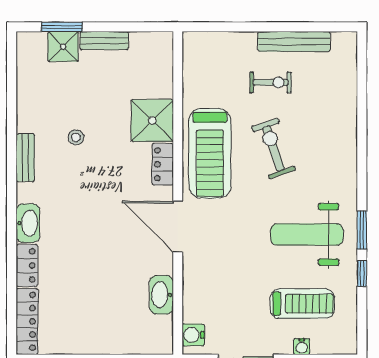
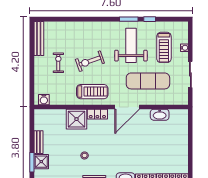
bench: (294, 41) -> (39, 38), moved
treadmill: (210, 153) -> (92, 92), width x0.73, depth x0.73
weight bench: (307, 234) -> (131, 45), turned 180
exercise mat: (232, 270) -> (148, 81), added
treadmill: (302, 304) -> (164, 47), turned 180
water cooler: (193, 335) -> (44, 100), moved

